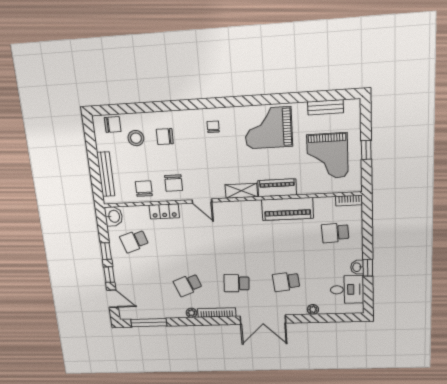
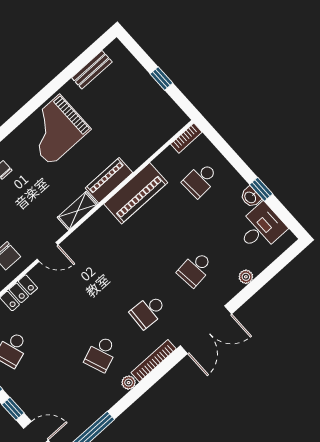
grand piano: (328, 156) -> (131, 112), removed

